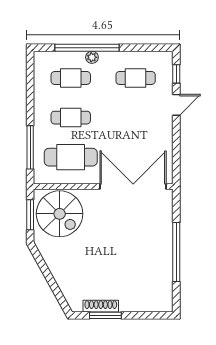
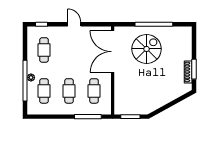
door: (176, 105) -> (74, 24), moved
cafe table: (71, 157) -> (94, 91), width x0.73, depth x0.74
spiral stairs: (60, 214) -> (147, 49), moved

